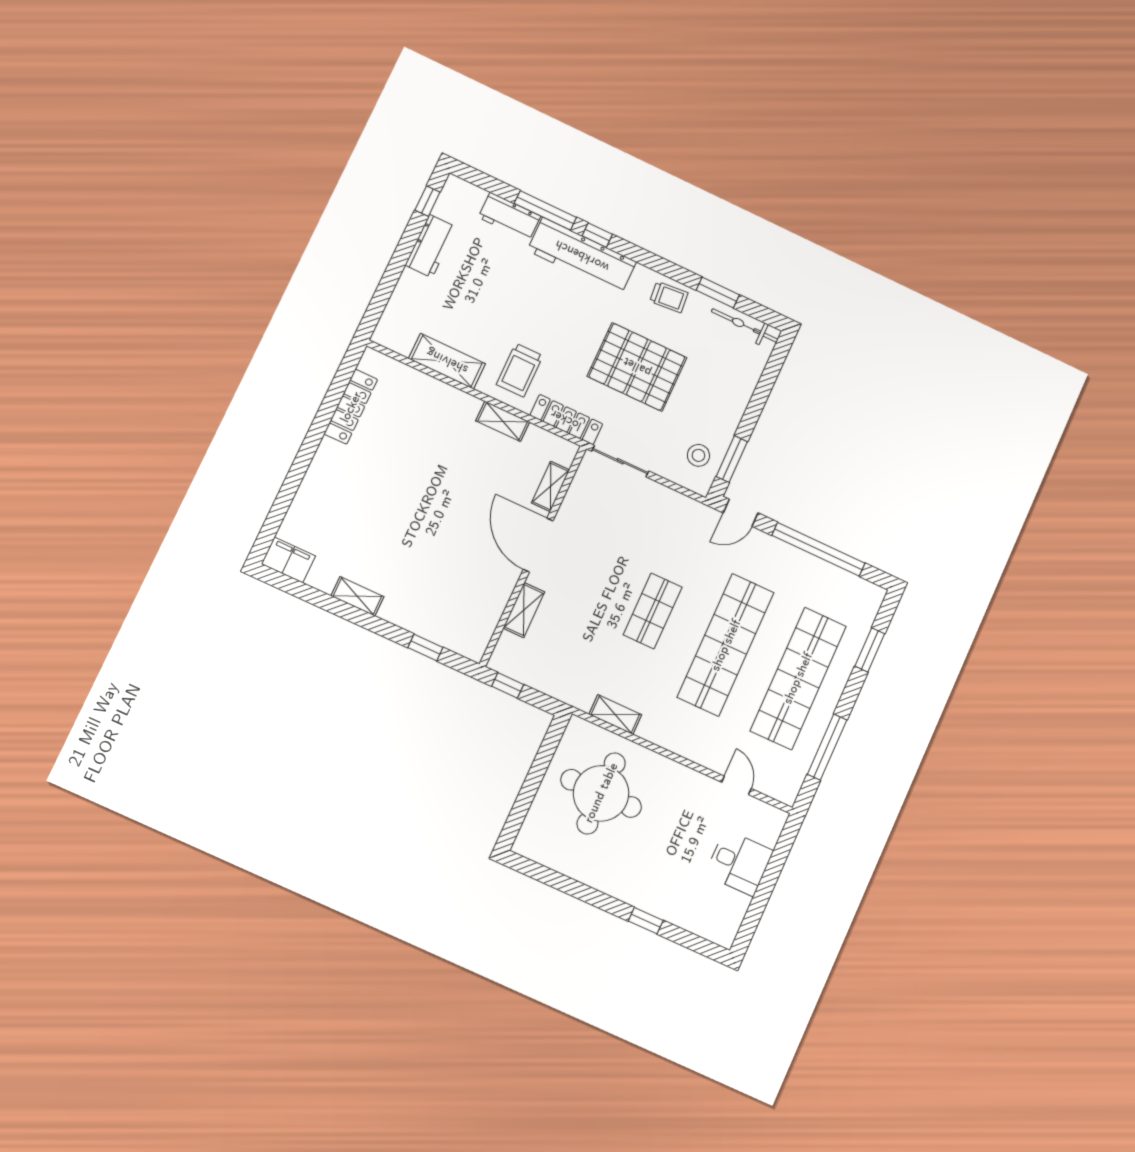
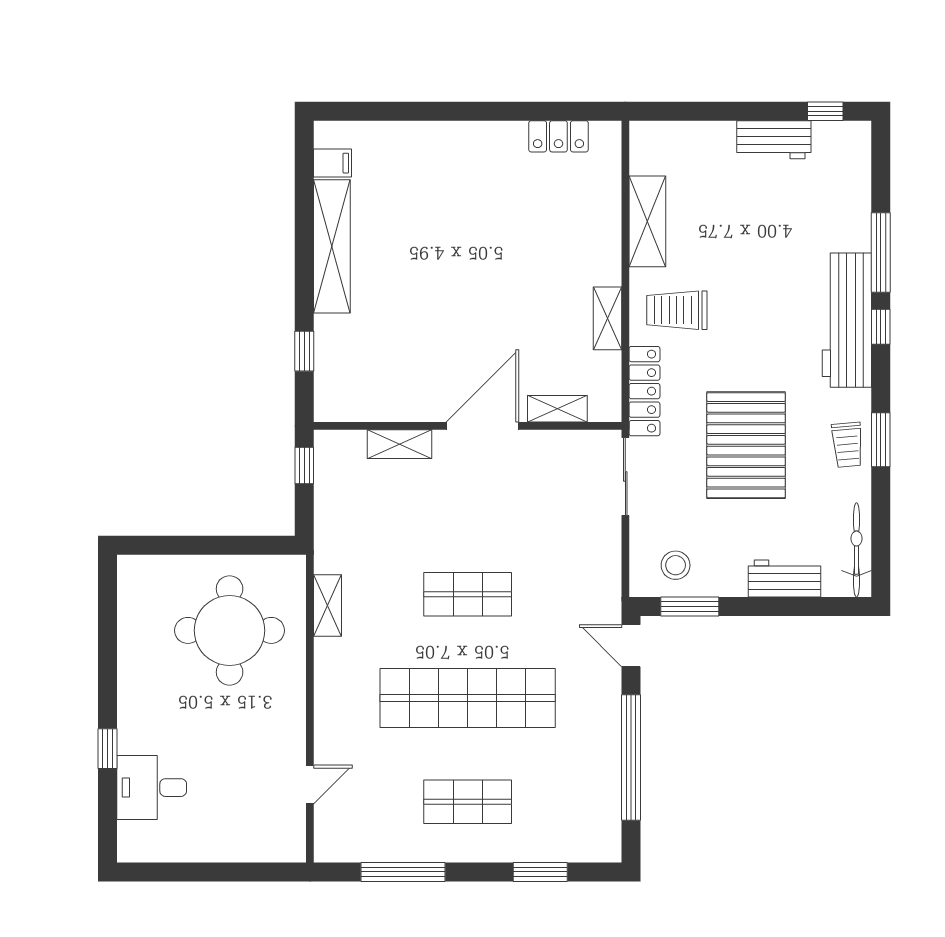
workbench: (509, 217) -> (785, 578), moved, turned 90
window: (718, 292) -> (881, 440), moved
locker: (351, 407) -> (558, 136), width x0.66
filing cabinet: (288, 560) -> (333, 163), width x0.50
shelving: (357, 596) -> (332, 246), width x2.20, depth x1.33
shop shelf: (798, 678) -> (468, 802), width x0.50, depth x0.74
desk: (739, 863) -> (152, 788), moved, turned 90

